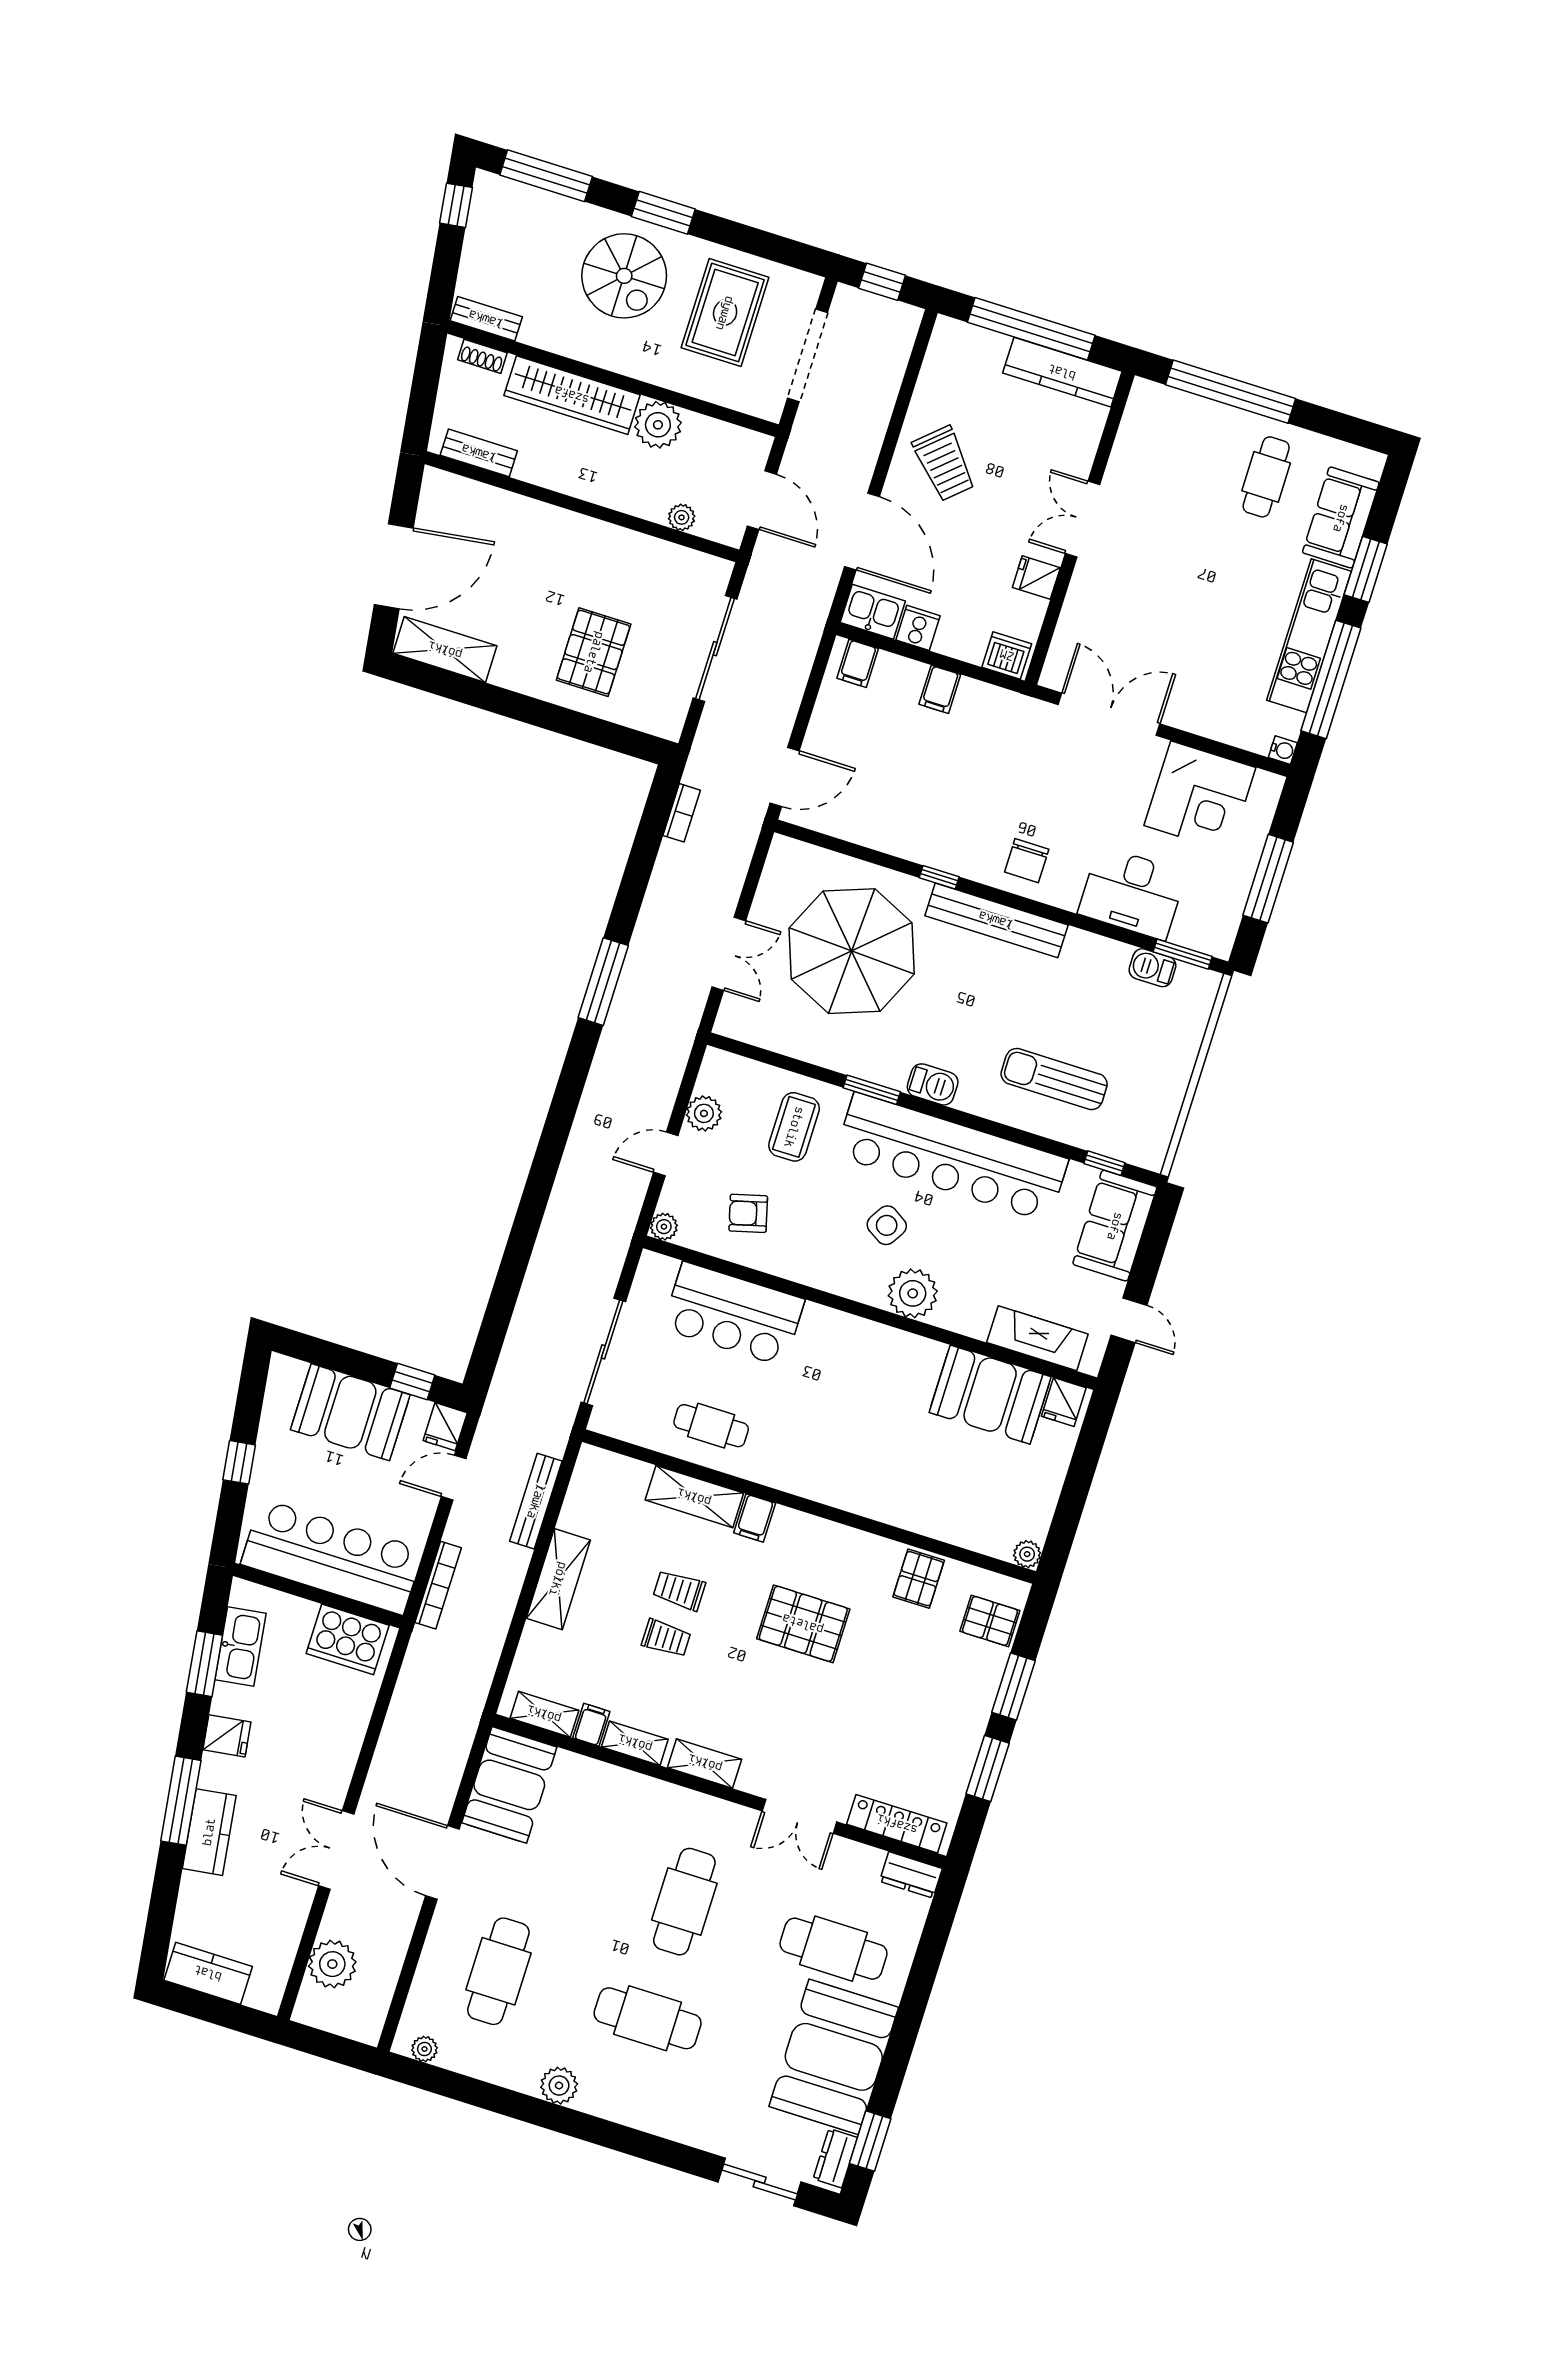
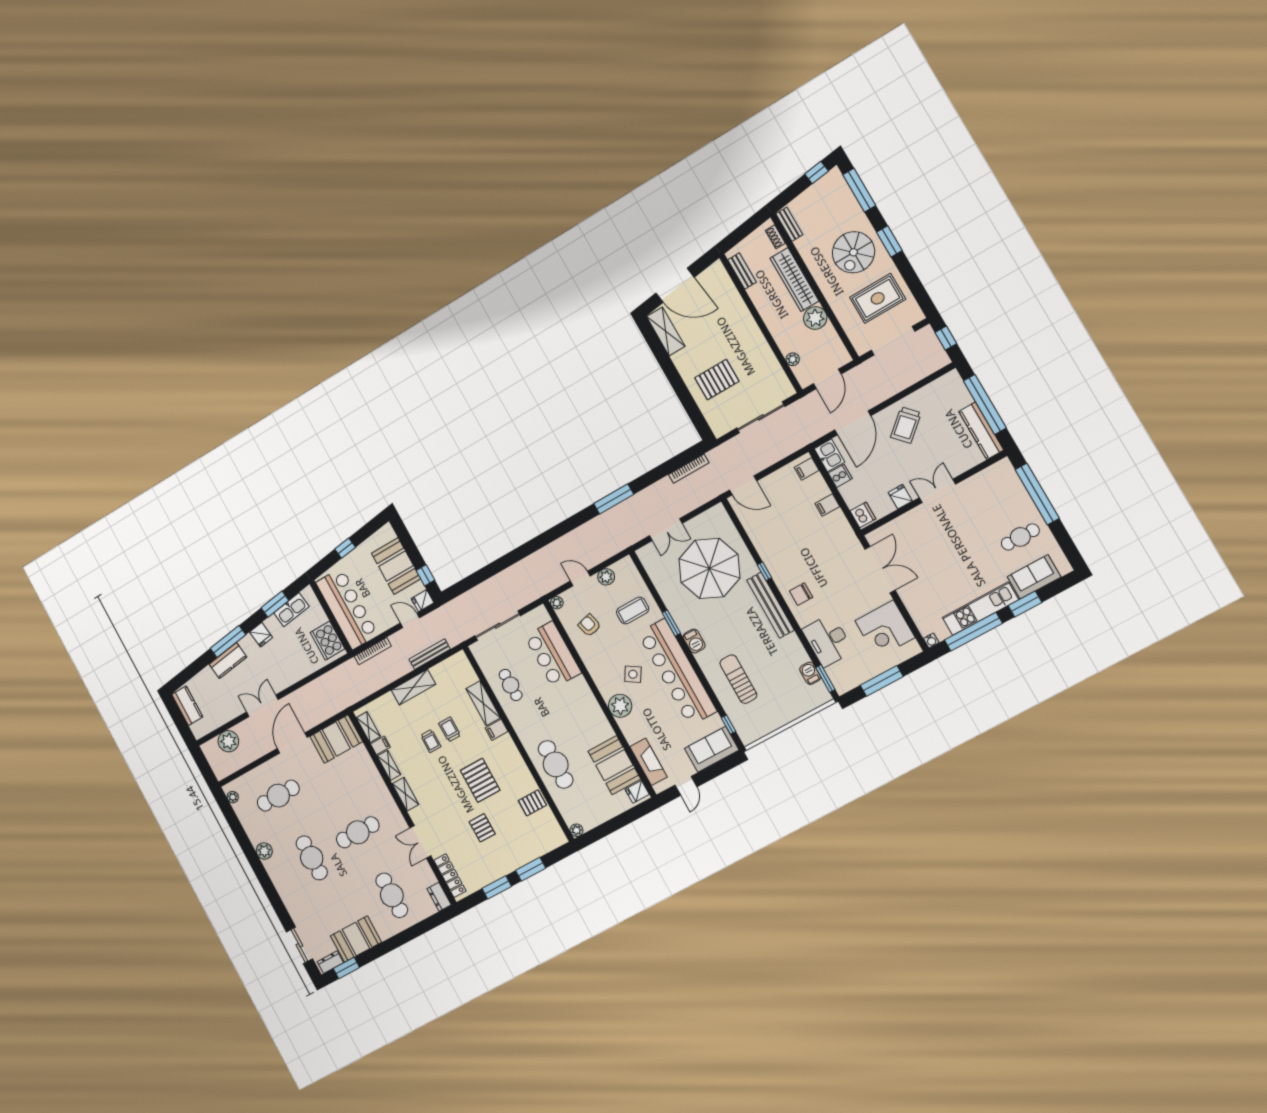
bookcase: (682, 813) -> (689, 469), width x1.56
cafe table: (898, 1482) -> (556, 764), added
pallet: (990, 1621) -> (482, 828), moved
booth: (834, 2057) -> (356, 939), width x0.73, depth x0.70

